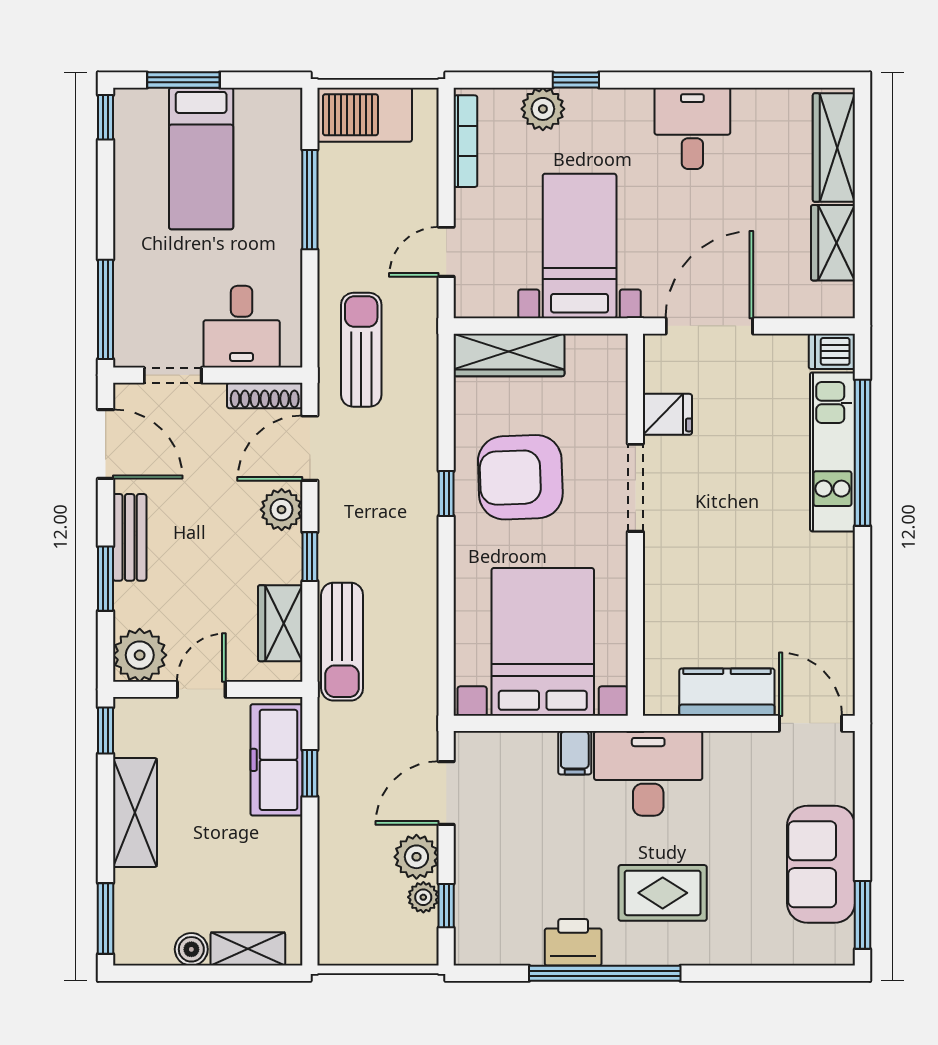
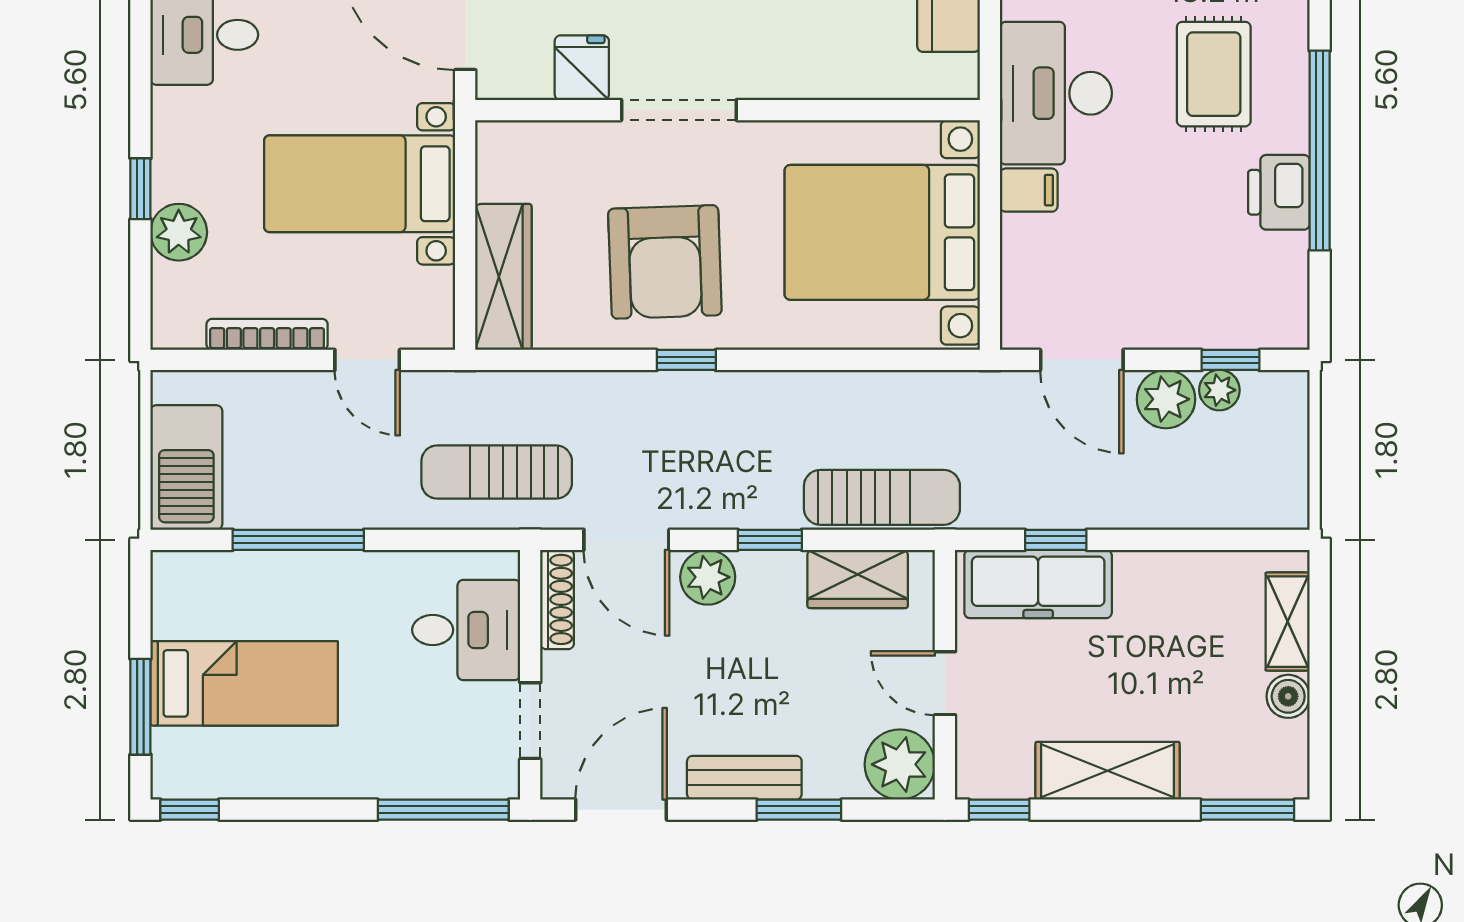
bookcase: (465, 141) -> (267, 334), moved

